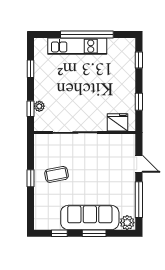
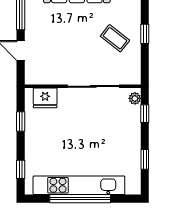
kitchen unit: (77, 46) -> (79, 185), width x1.36
plant: (39, 106) -> (135, 98), moved
coffee table: (57, 174) -> (115, 38), turned 49

